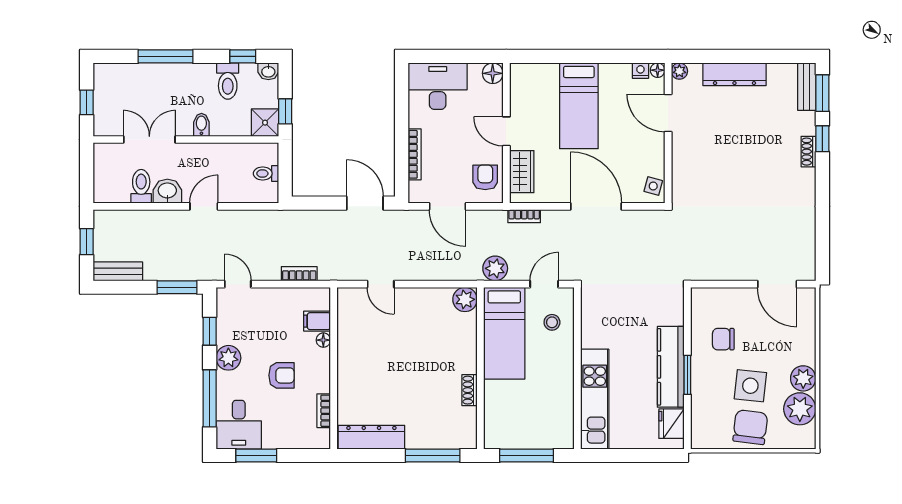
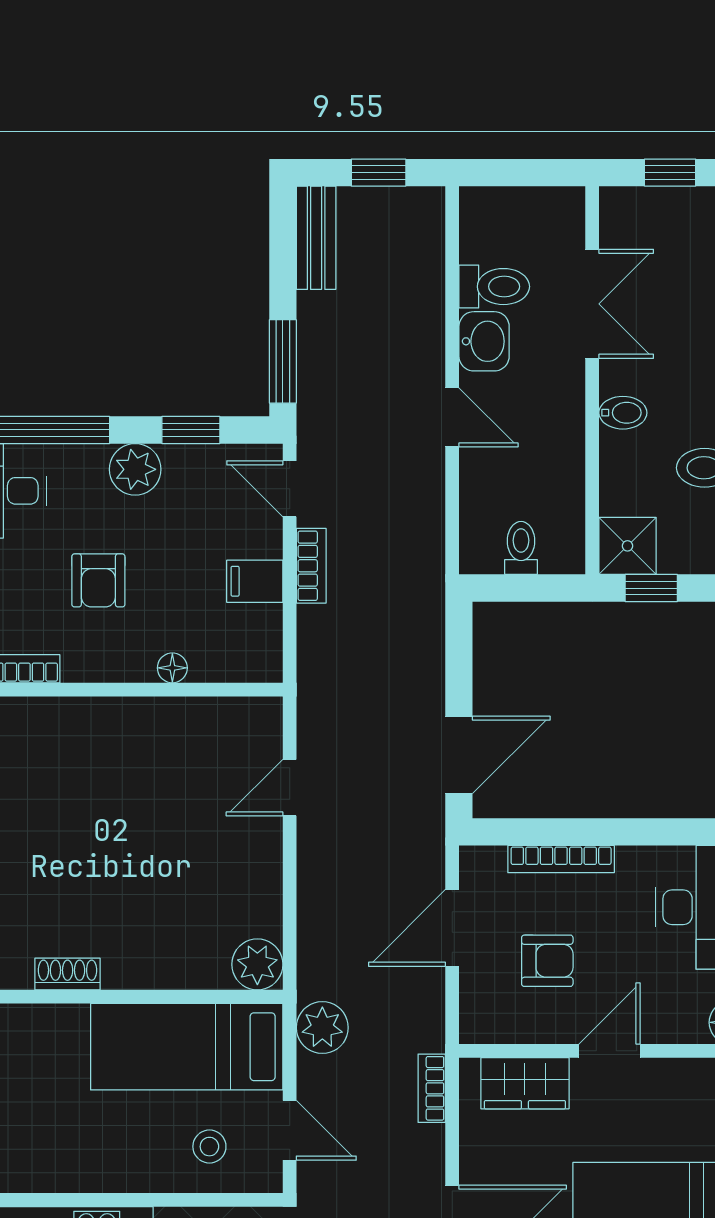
armchair: (485, 177) -> (547, 961), moved
bookcase: (299, 274) -> (311, 566), moved
door: (238, 284) -> (290, 489), swing flipped
filing cabinet: (317, 321) -> (255, 581), moved, turned -90

